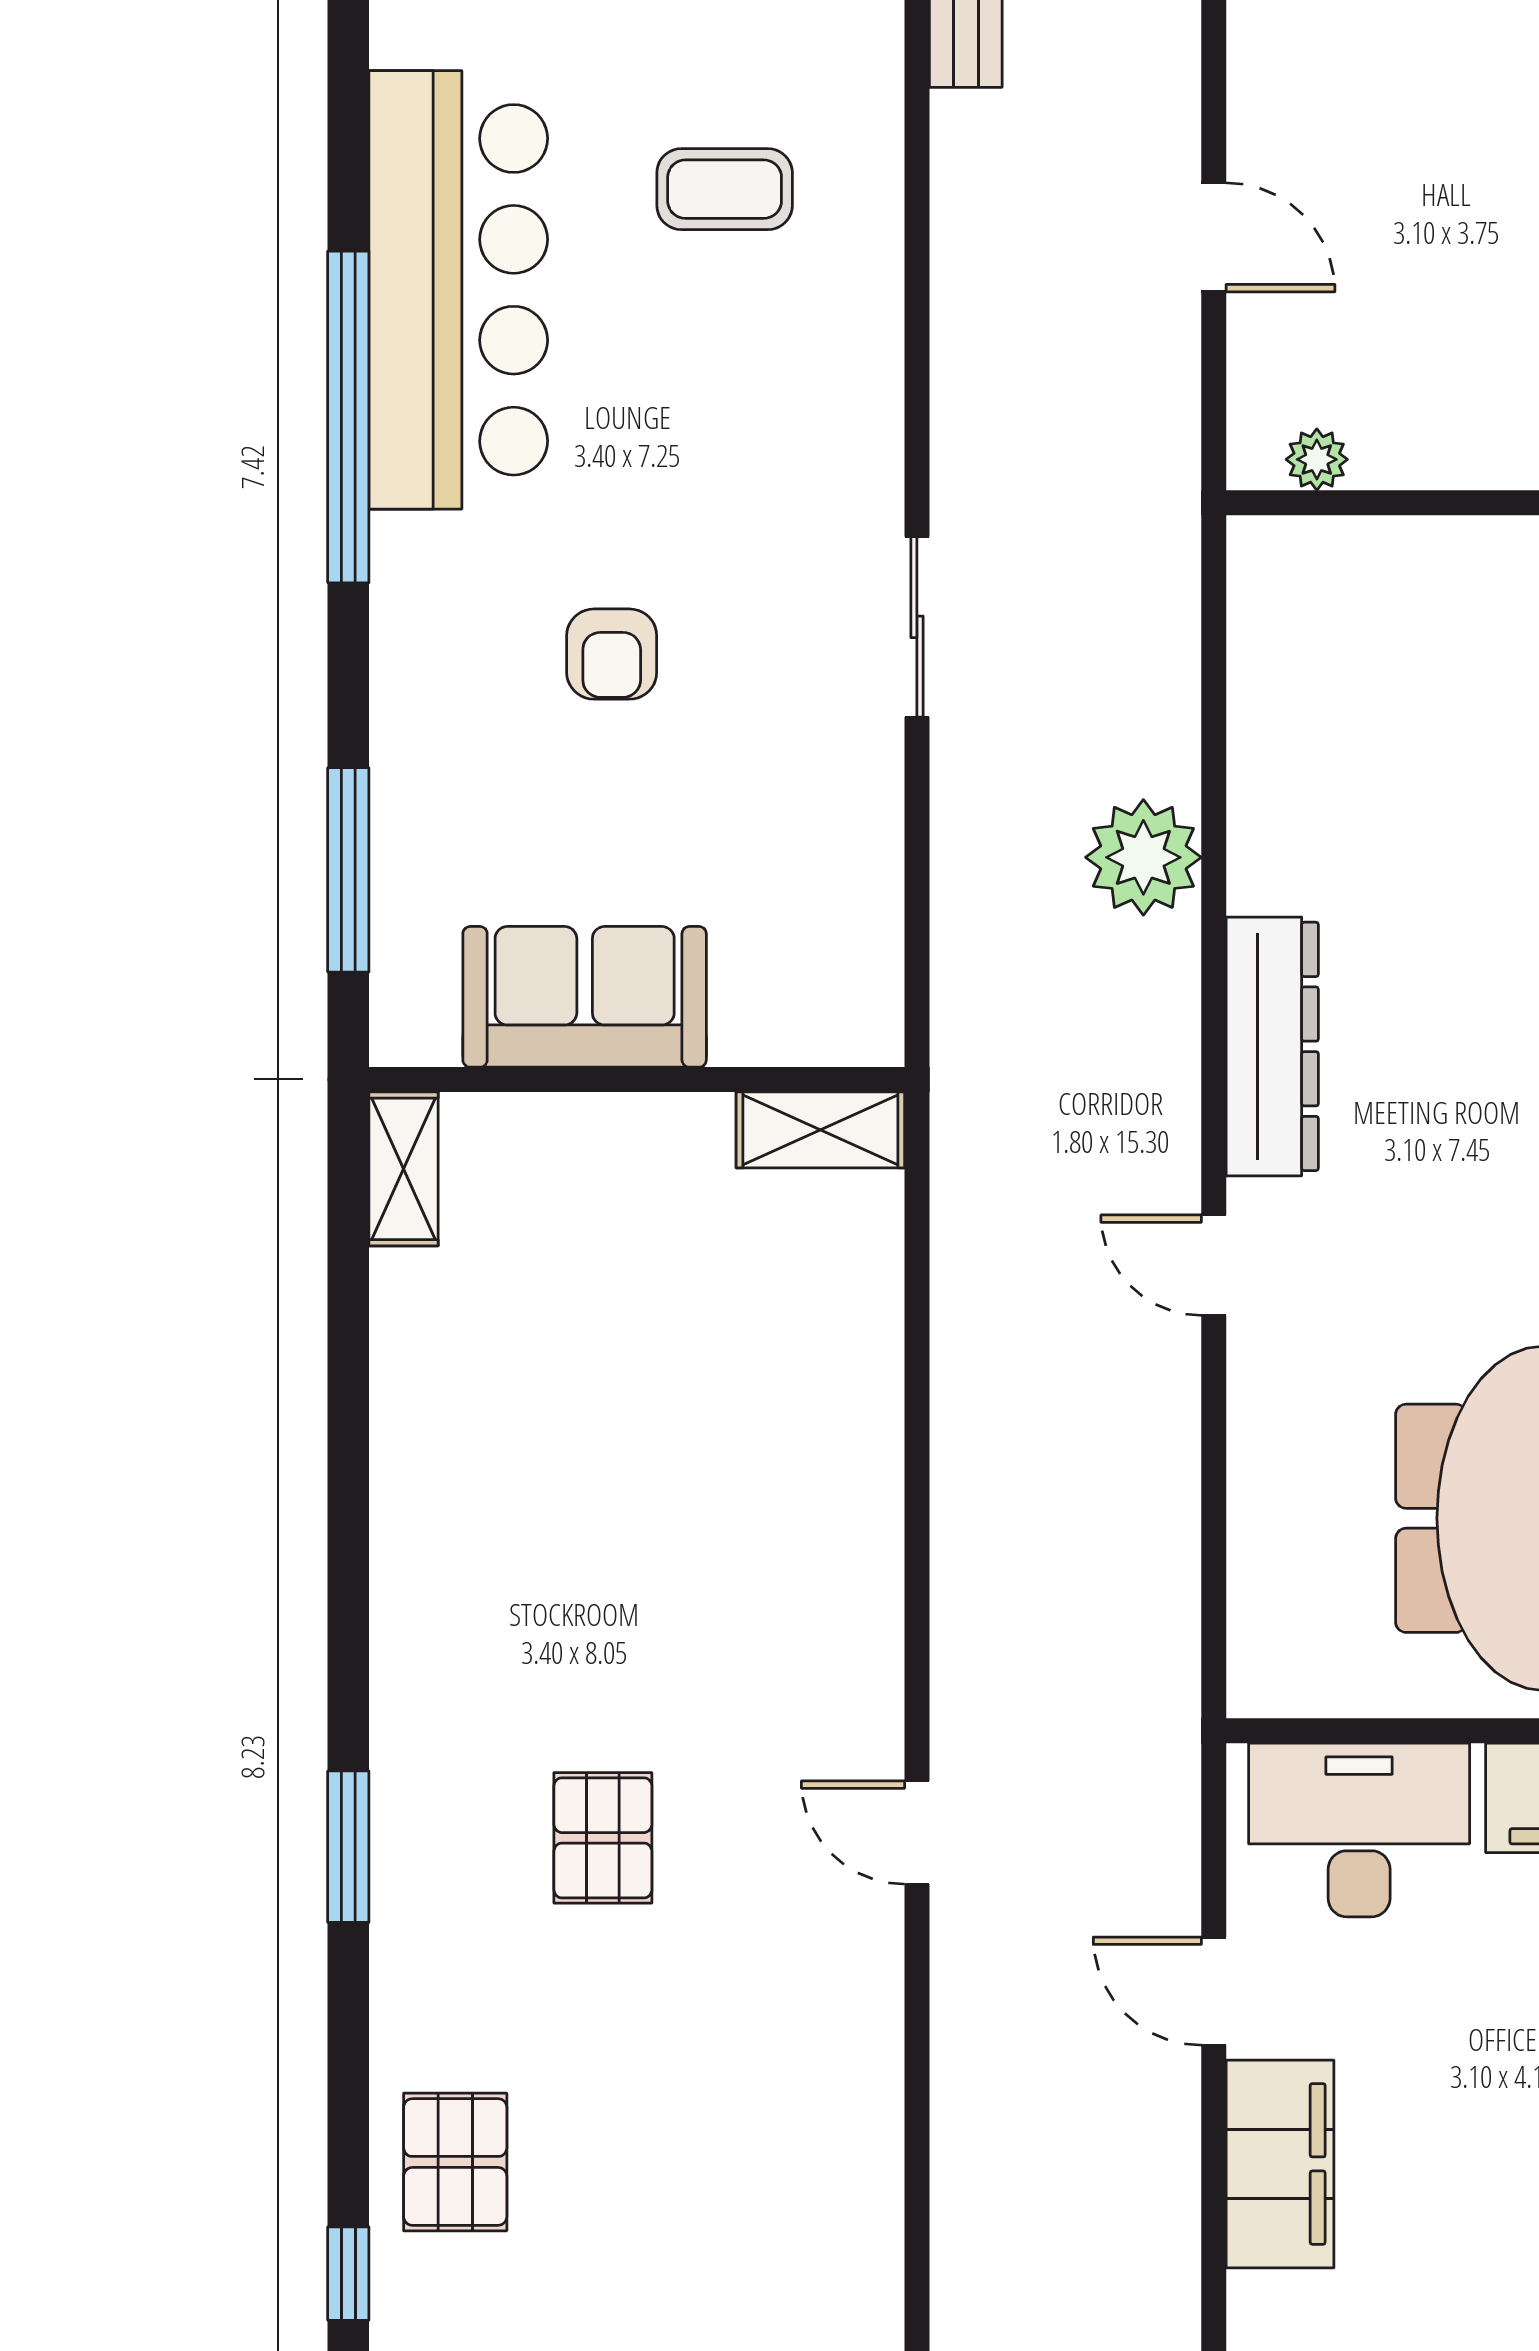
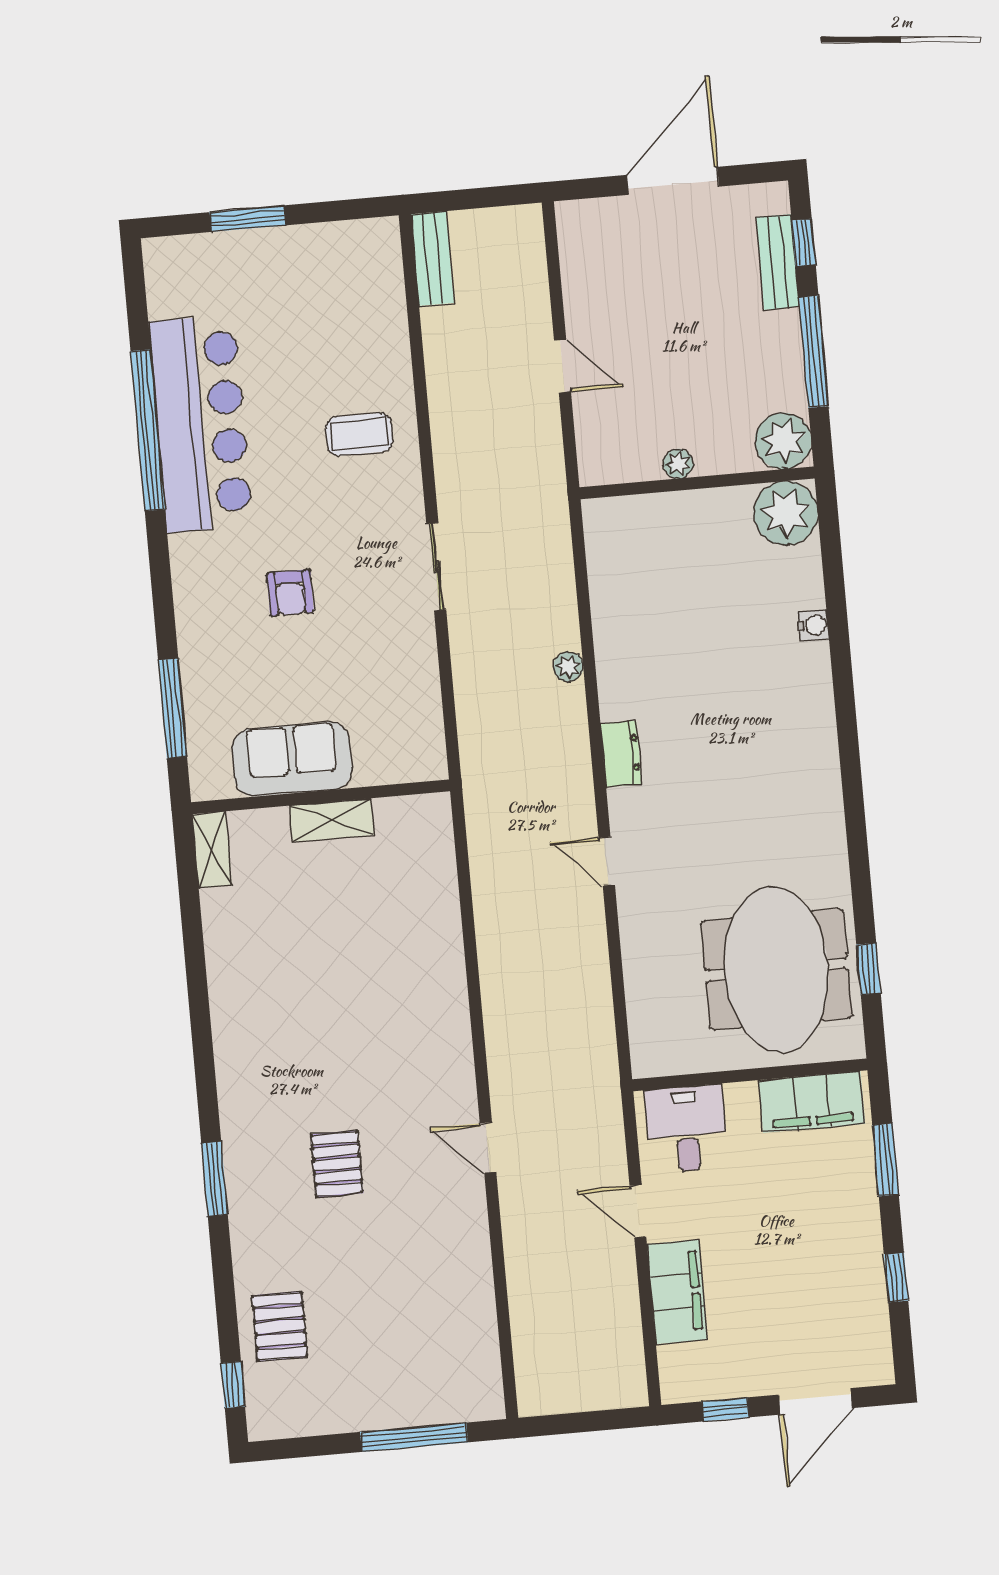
coffee table: (725, 189) -> (359, 434), moved
window: (348, 417) -> (148, 430), moved
plant: (1317, 459) -> (678, 464), moved
plant: (1143, 857) -> (568, 667), width x0.53, depth x0.53
dresser: (1272, 1046) -> (621, 754), width x0.51, depth x0.80
shelving: (820, 1130) -> (332, 820), moved
desk: (1359, 1830) -> (687, 1129), width x0.73

